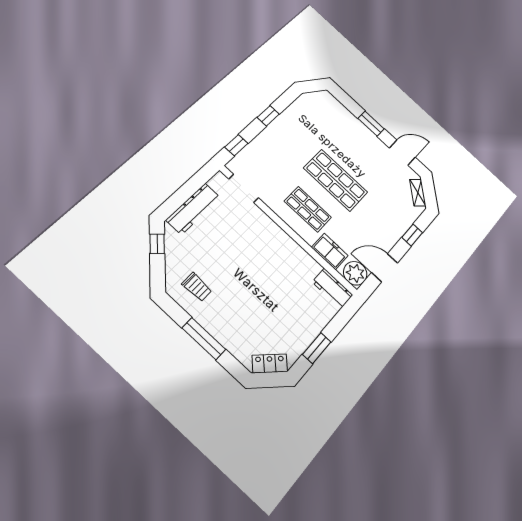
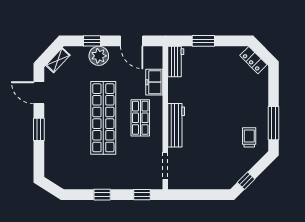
shop shelf: (336, 180) -> (103, 118), width x1.40
workbench: (193, 209) -> (176, 125), moved, turned 90
plant: (355, 273) -> (99, 56), moved
window: (204, 339) -> (273, 123), moved
window: (317, 348) -> (203, 41), moved

